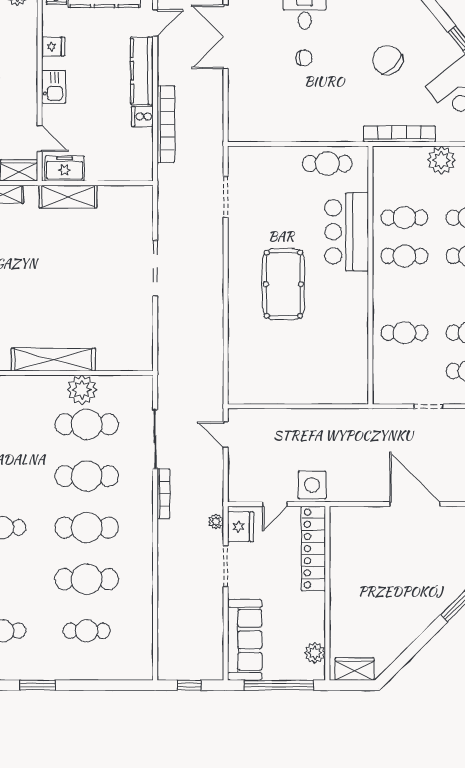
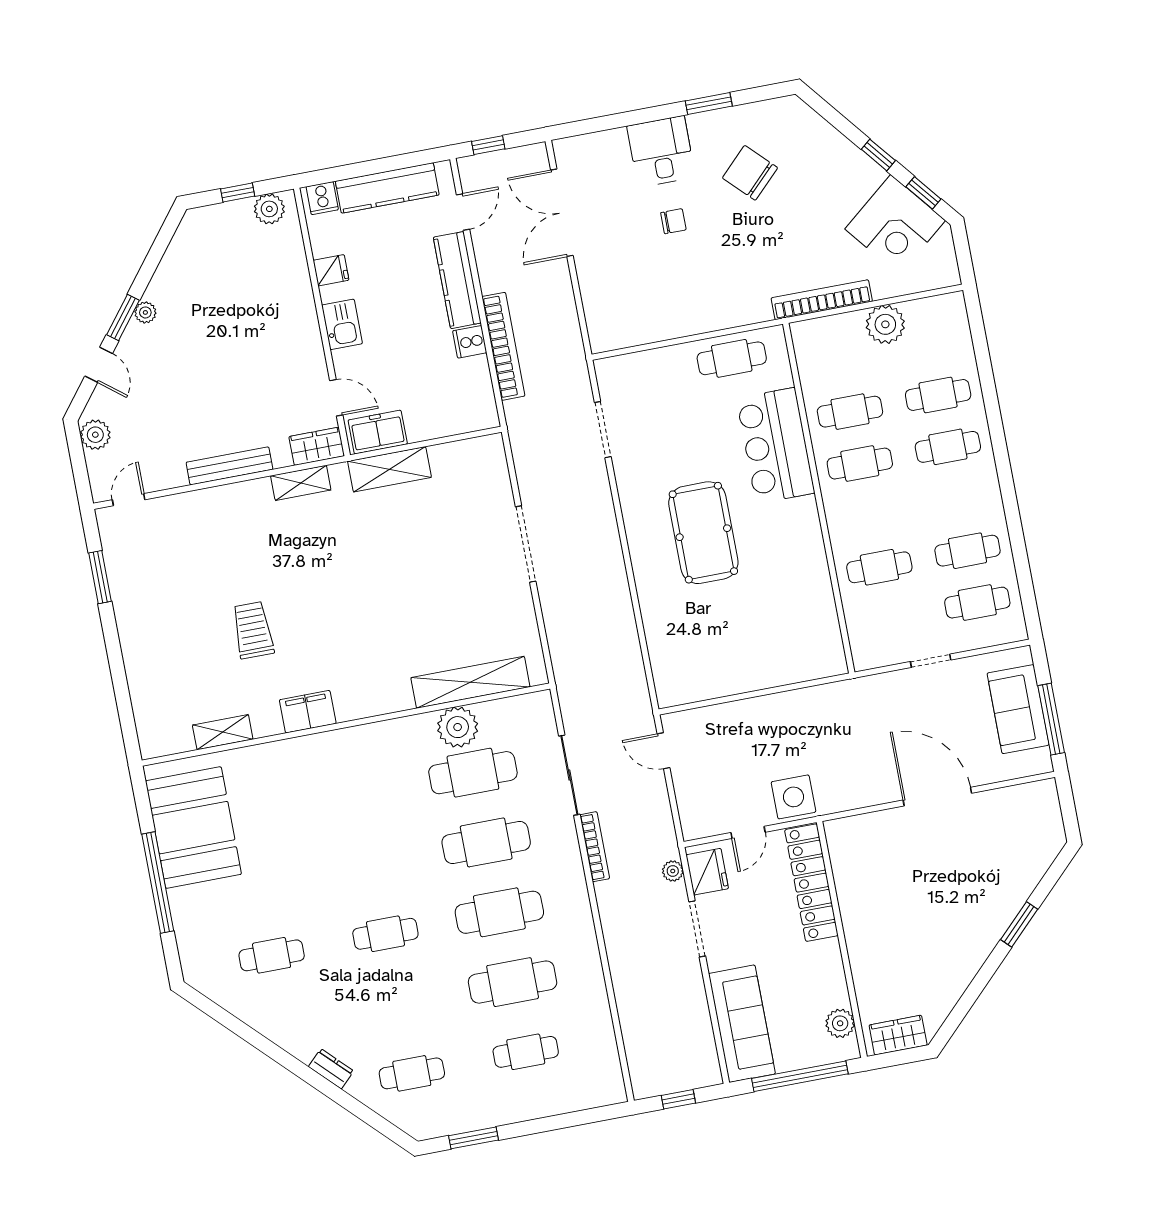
chair: (387, 60) -> (750, 173), moved
shelving: (53, 360) -> (470, 682), moved

